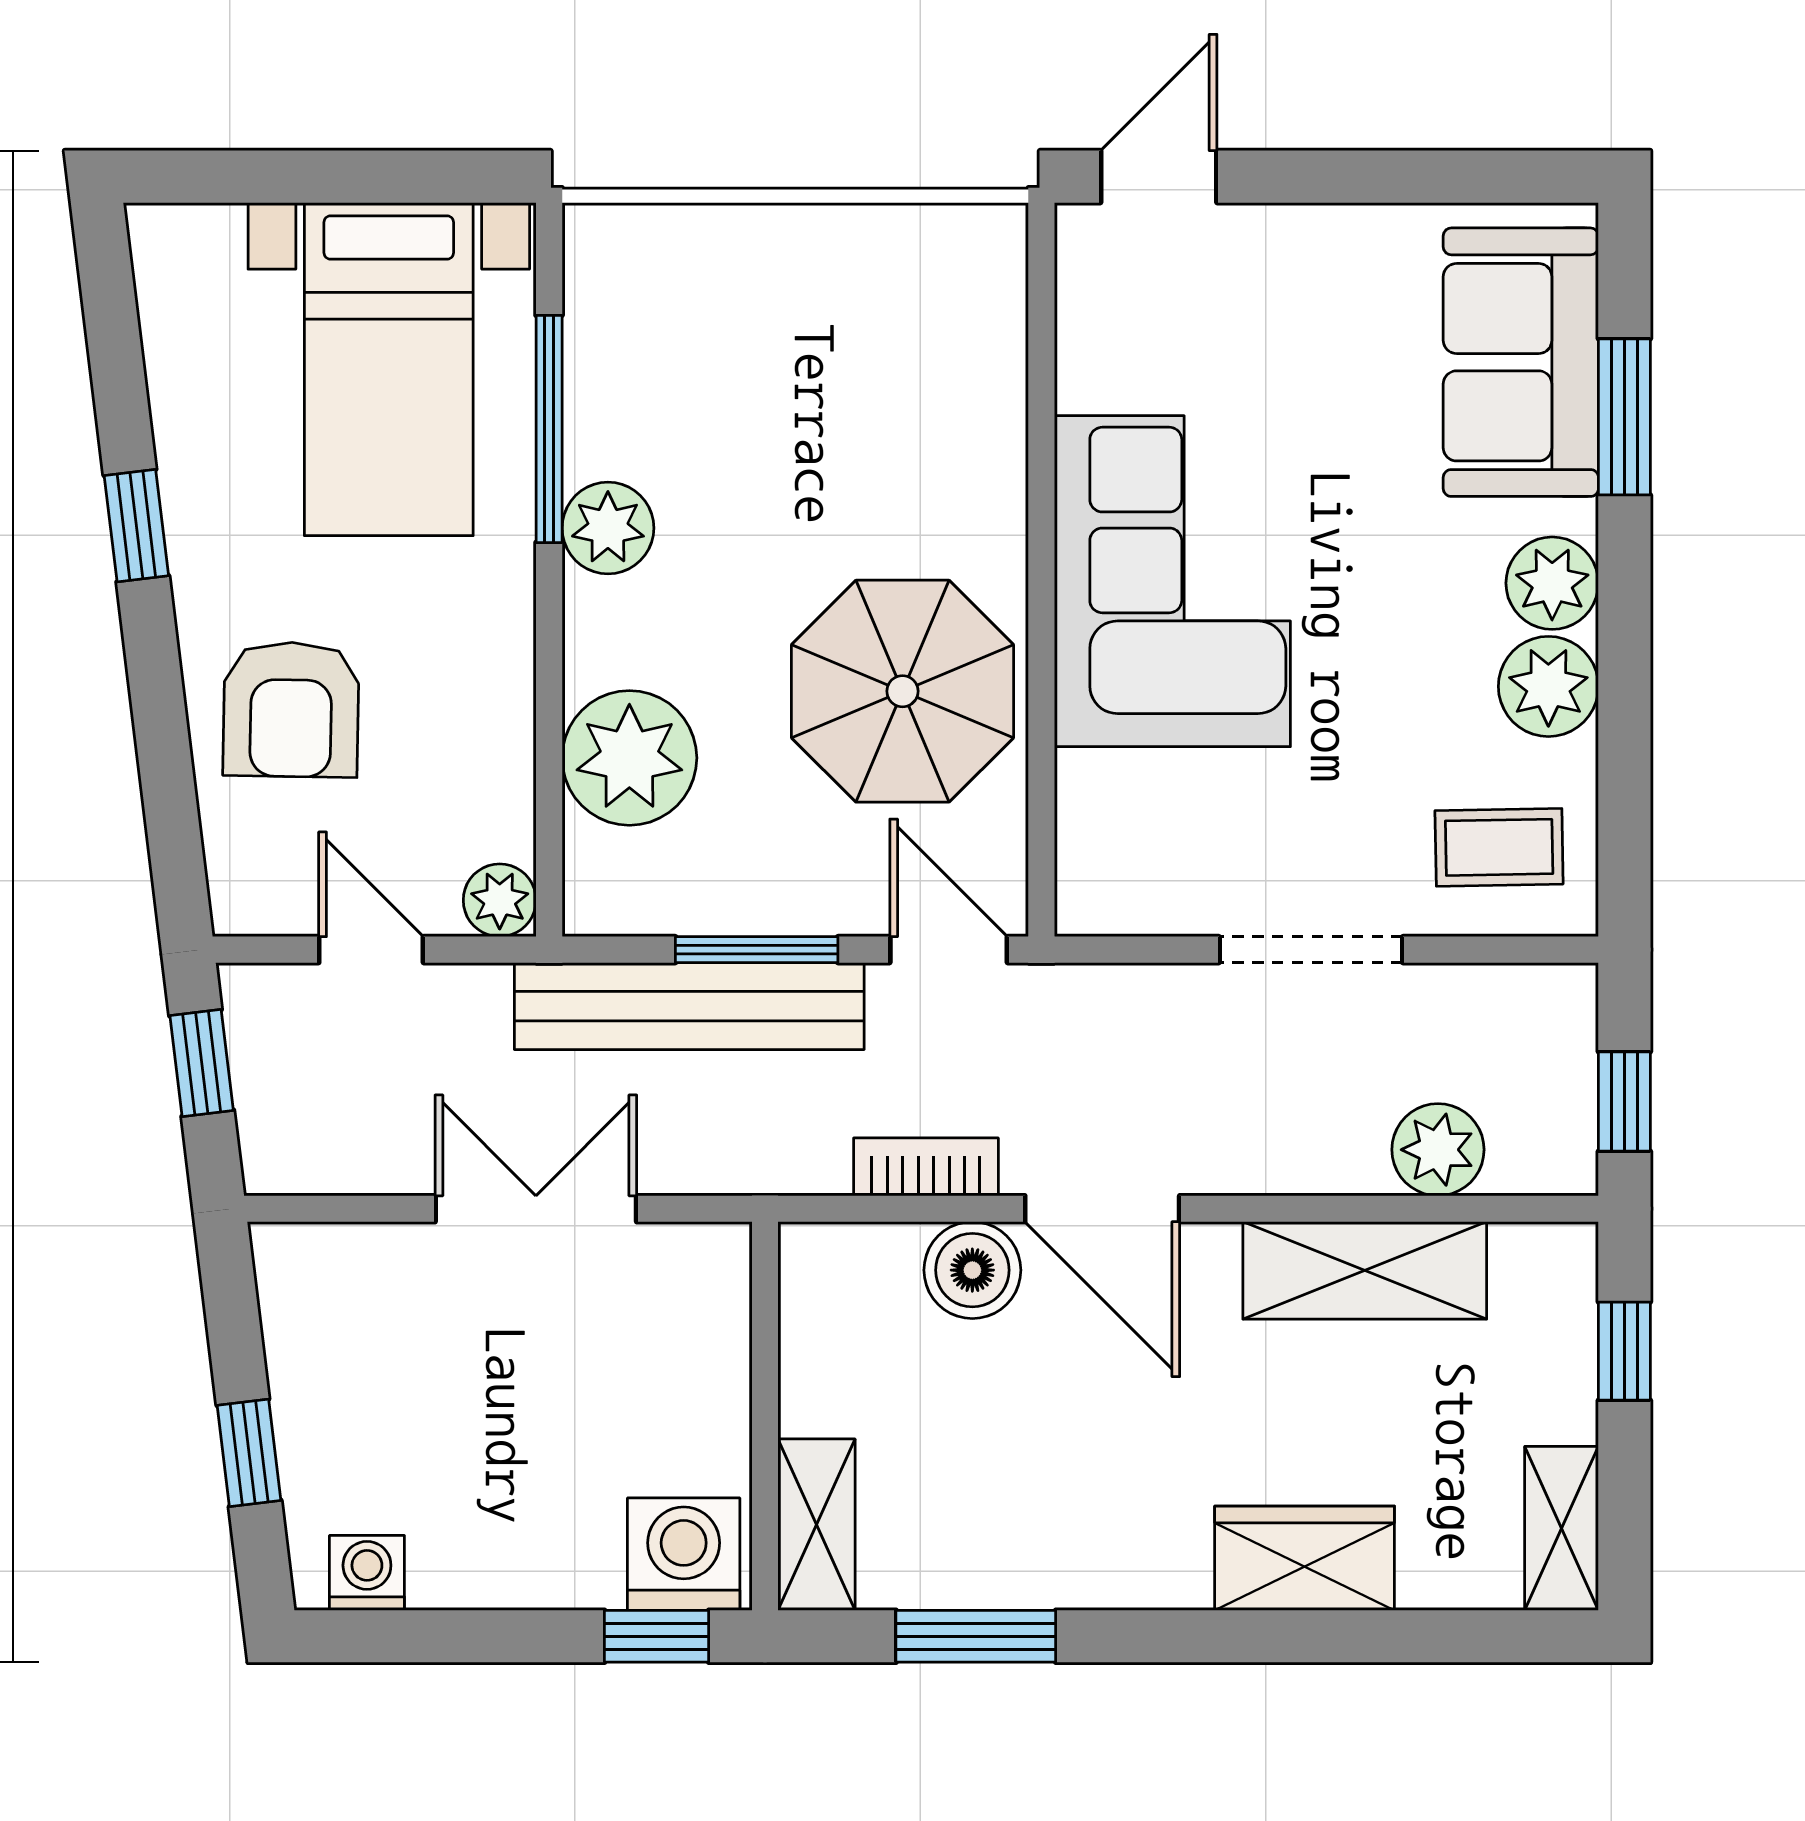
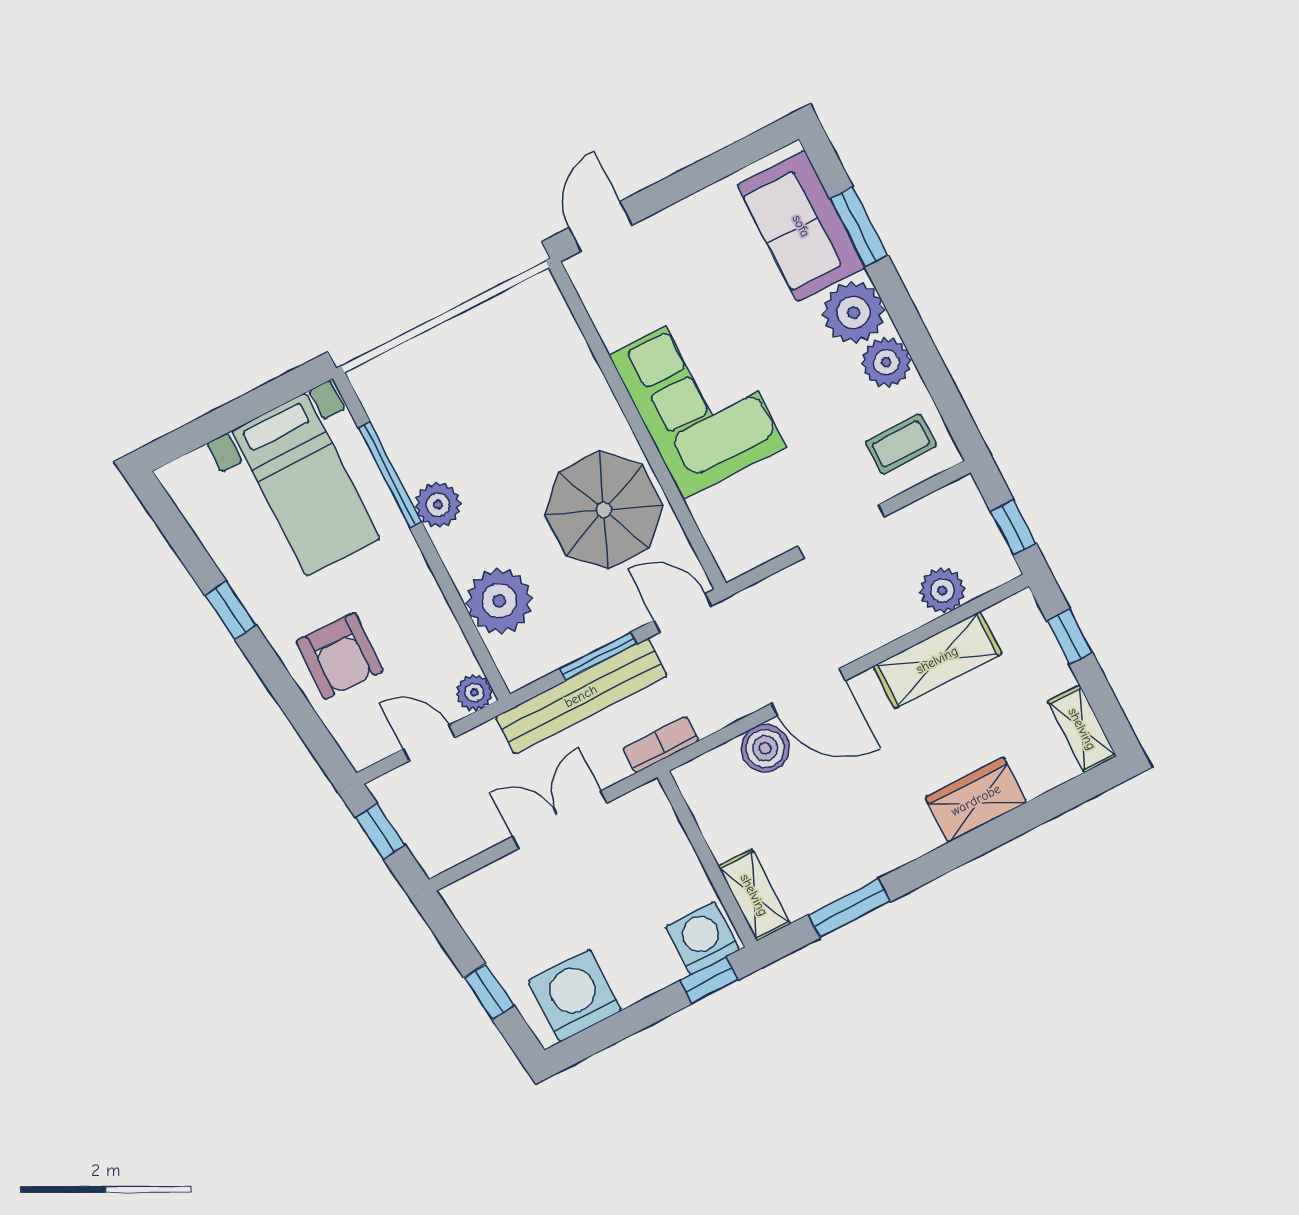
plant: (1552, 583) -> (854, 312), width x1.36, depth x1.36
bookcase: (926, 1167) -> (661, 745), moved
washing machine: (367, 1573) -> (575, 996), width x1.89, depth x1.89

